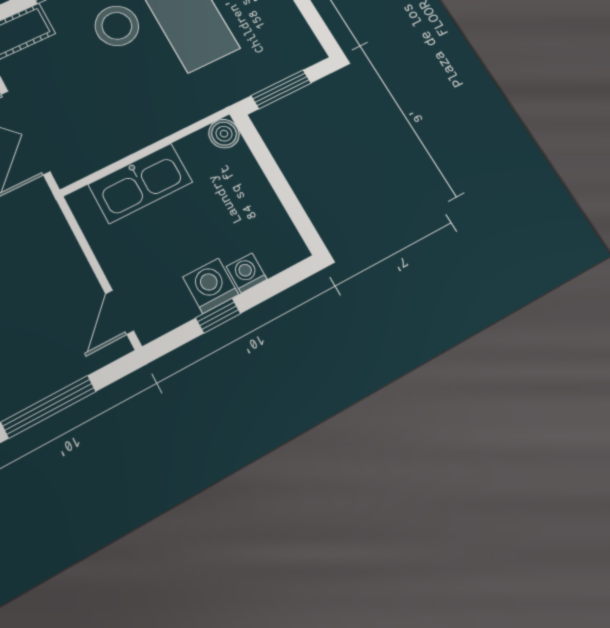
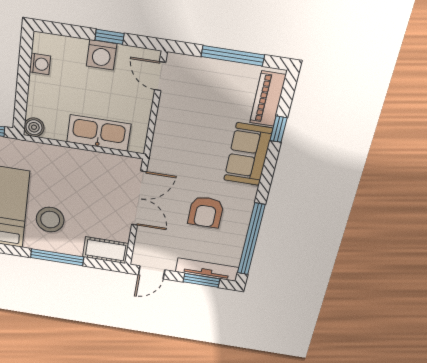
washing machine: (247, 273) -> (40, 64), moved, turned -90
door: (120, 312) -> (160, 76), swing flipped

